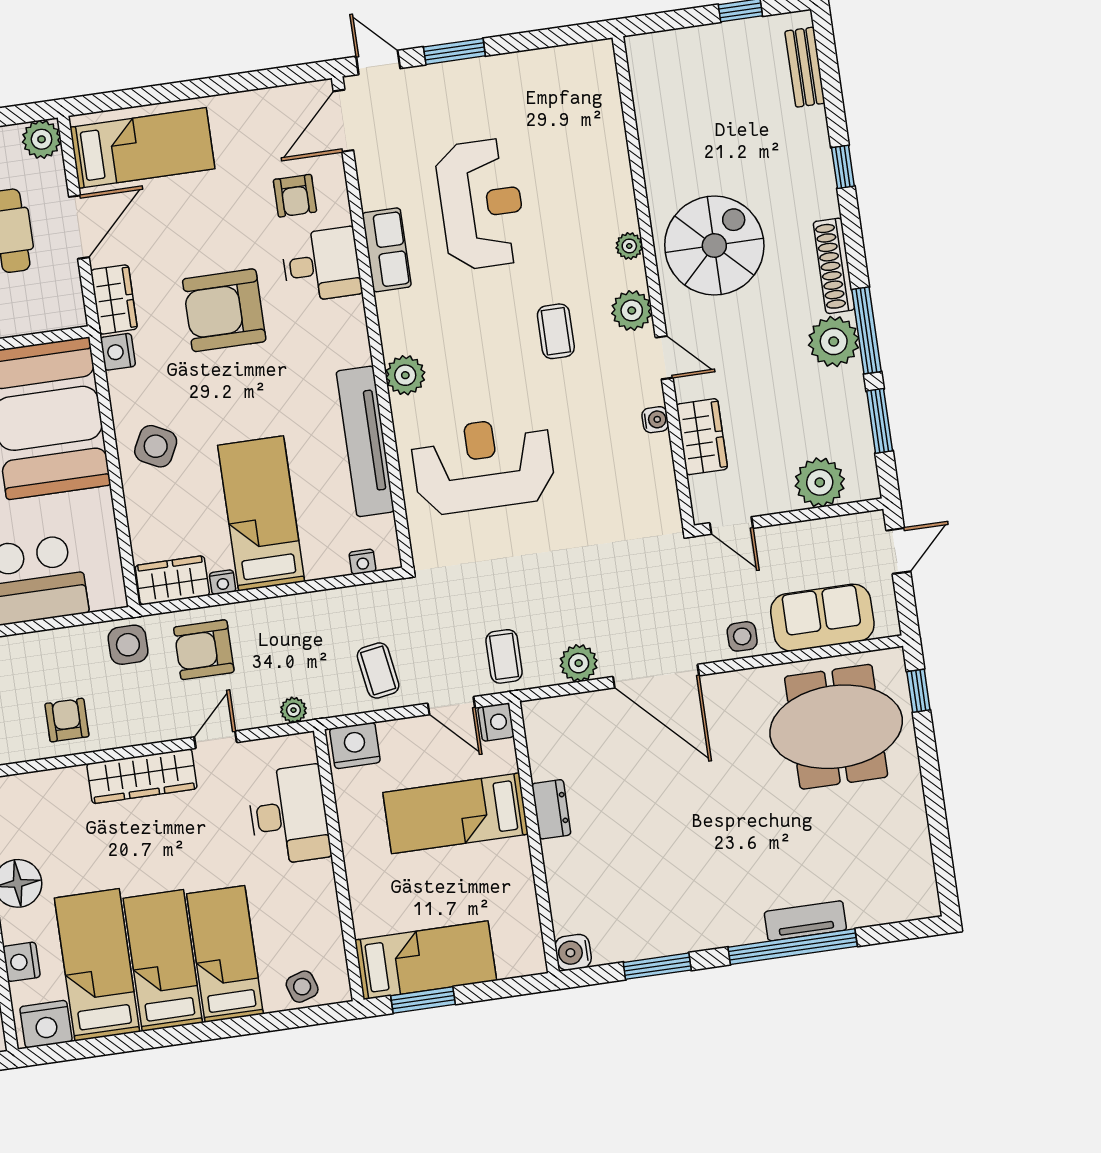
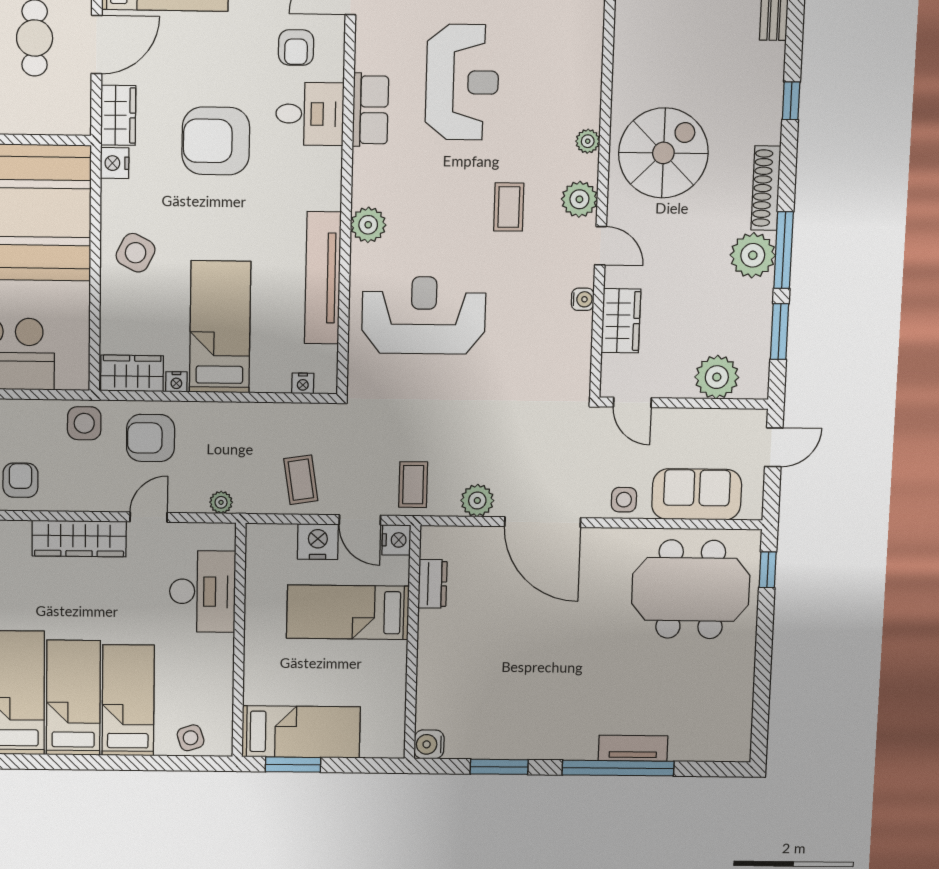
nightstand: (355, 746) -> (318, 542), moved
dresser: (551, 809) -> (432, 584), moved

